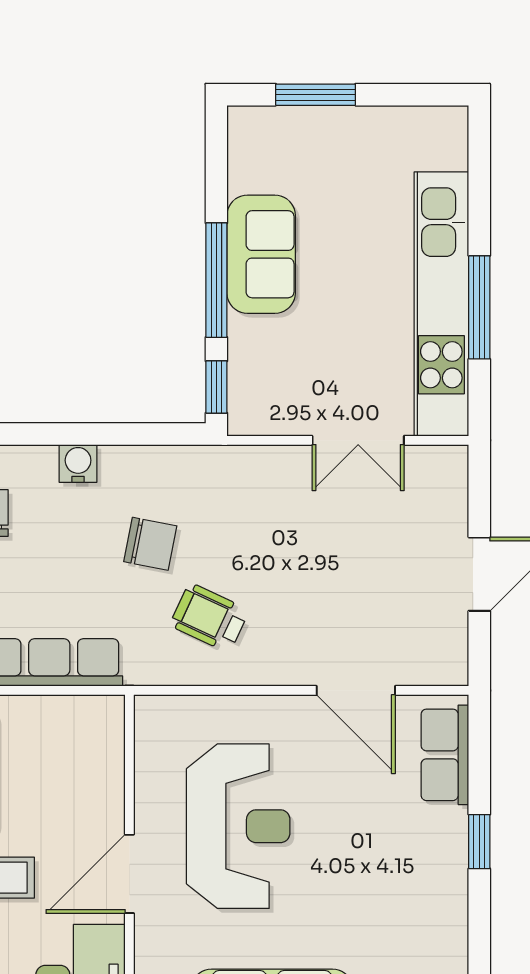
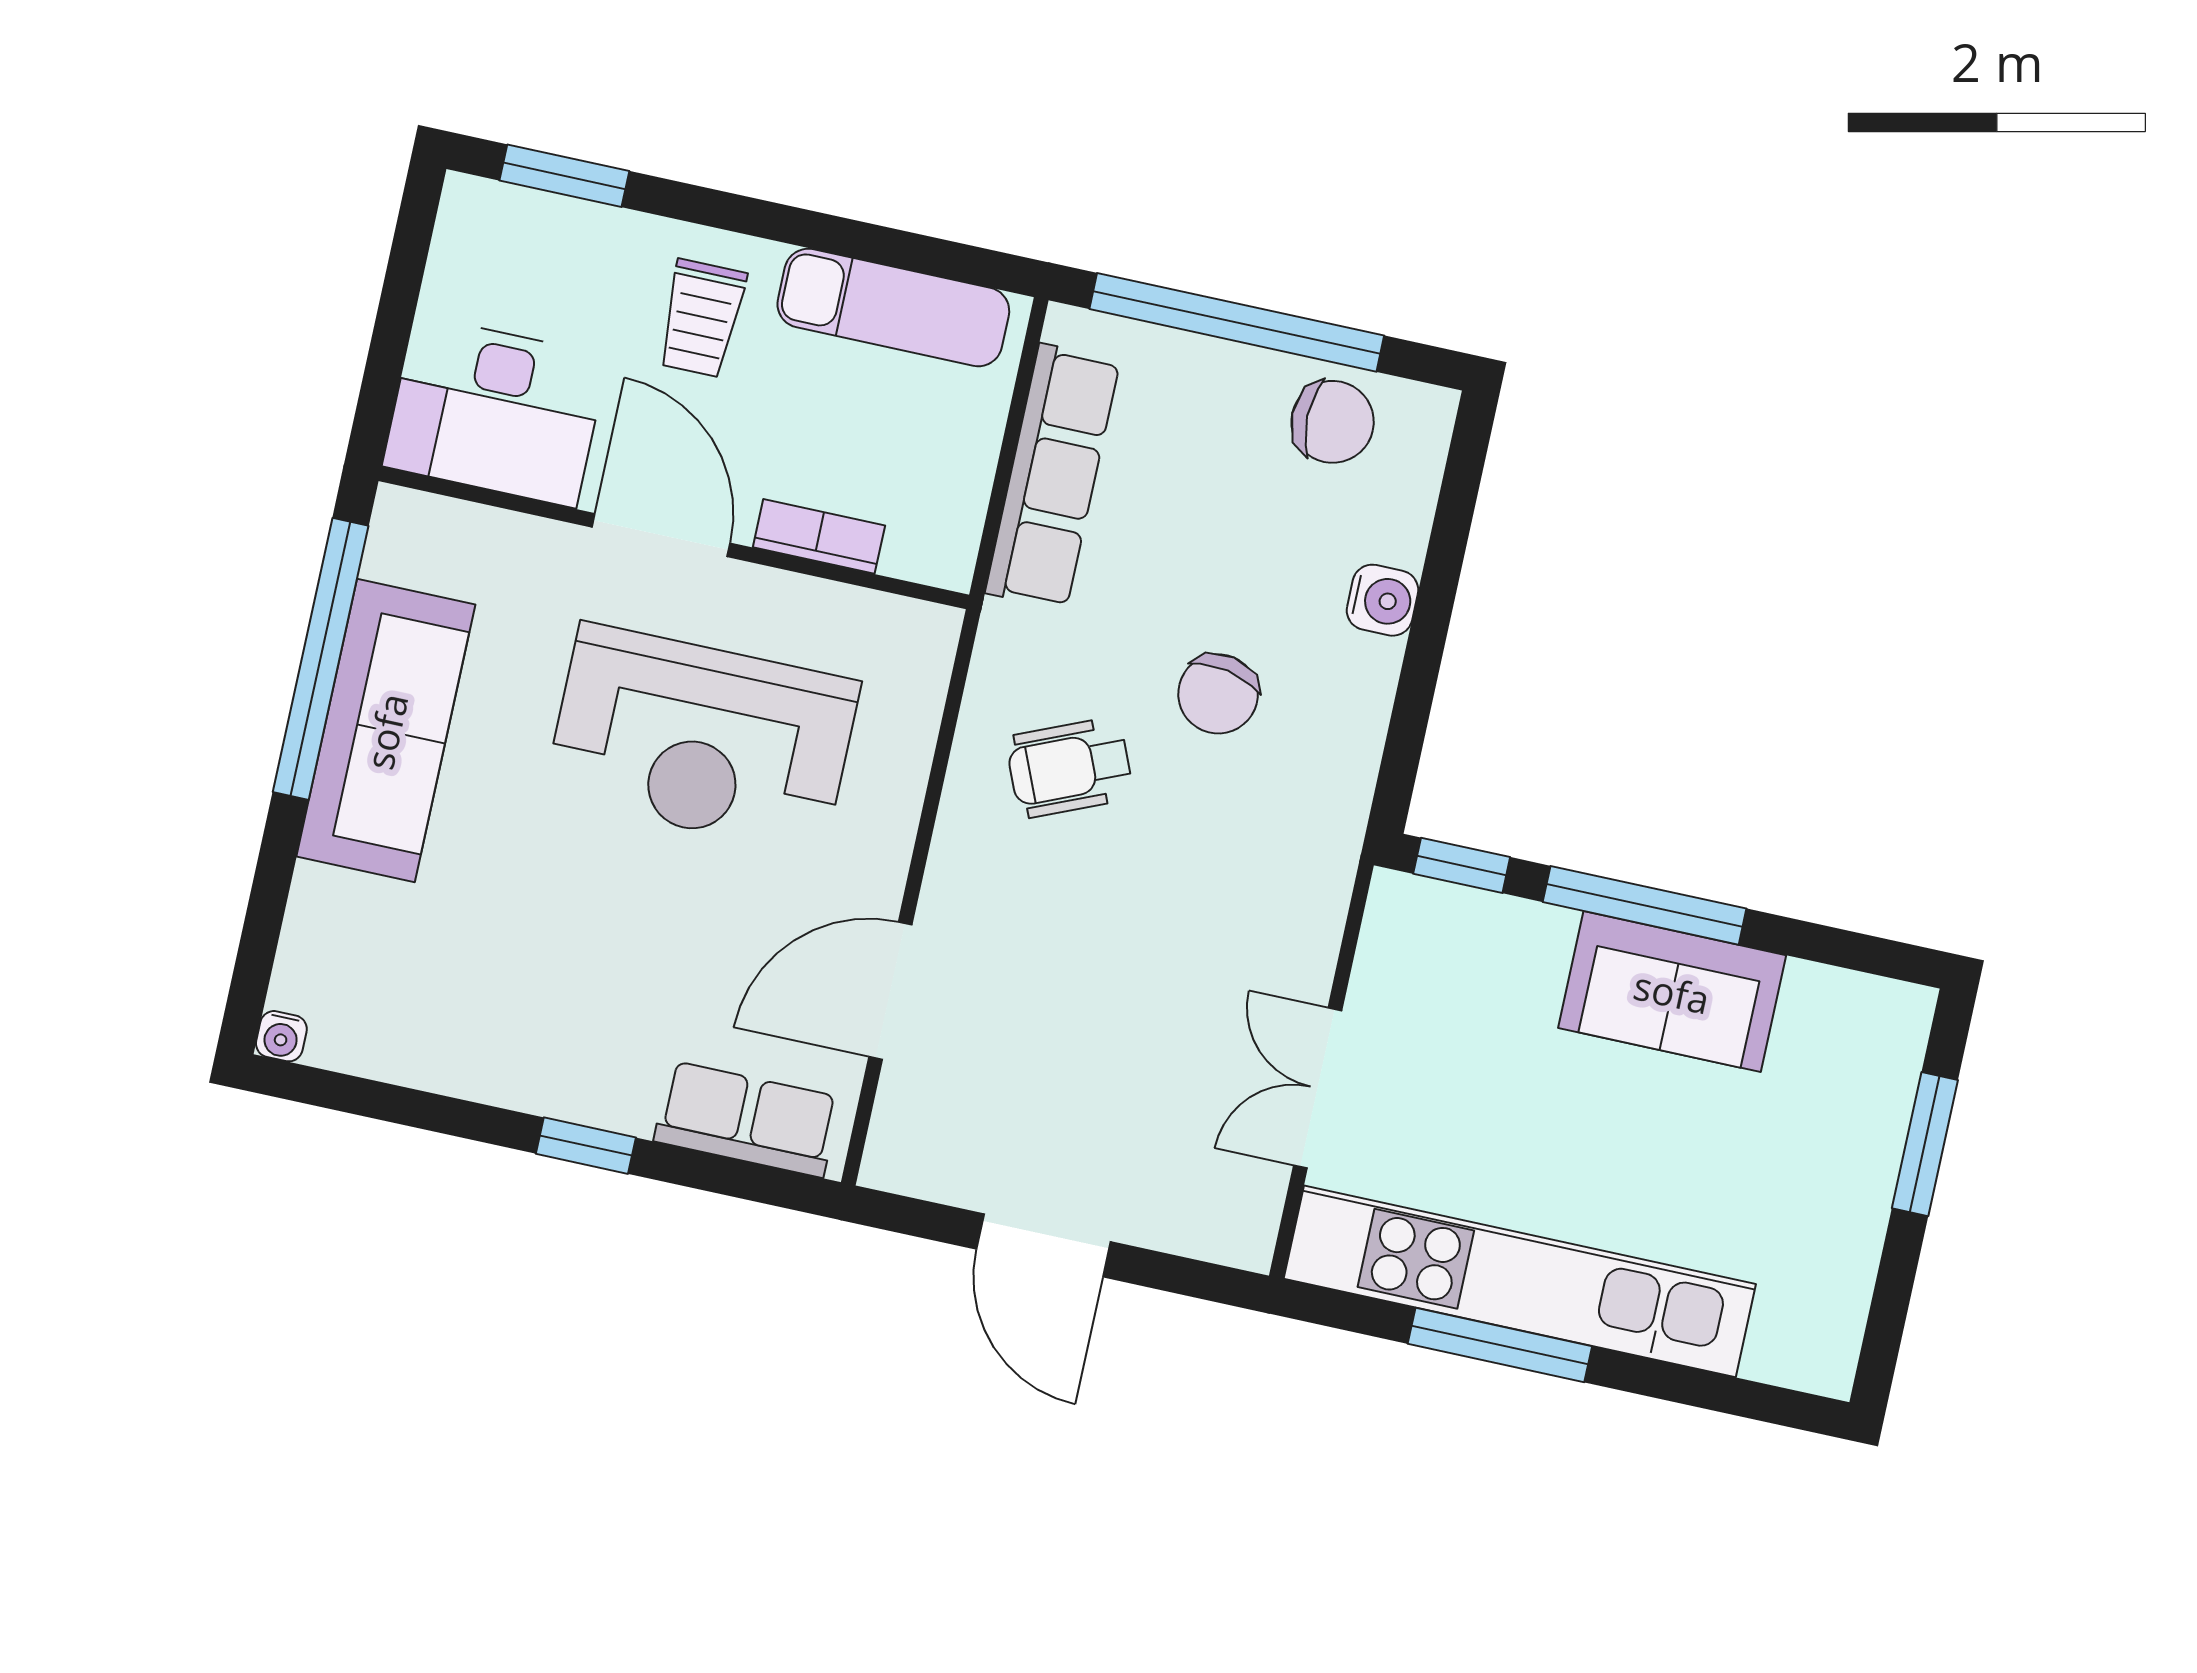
wheelchair: (209, 618) -> (1070, 767), turned -138
bookcase: (111, 786) -> (819, 536), added

